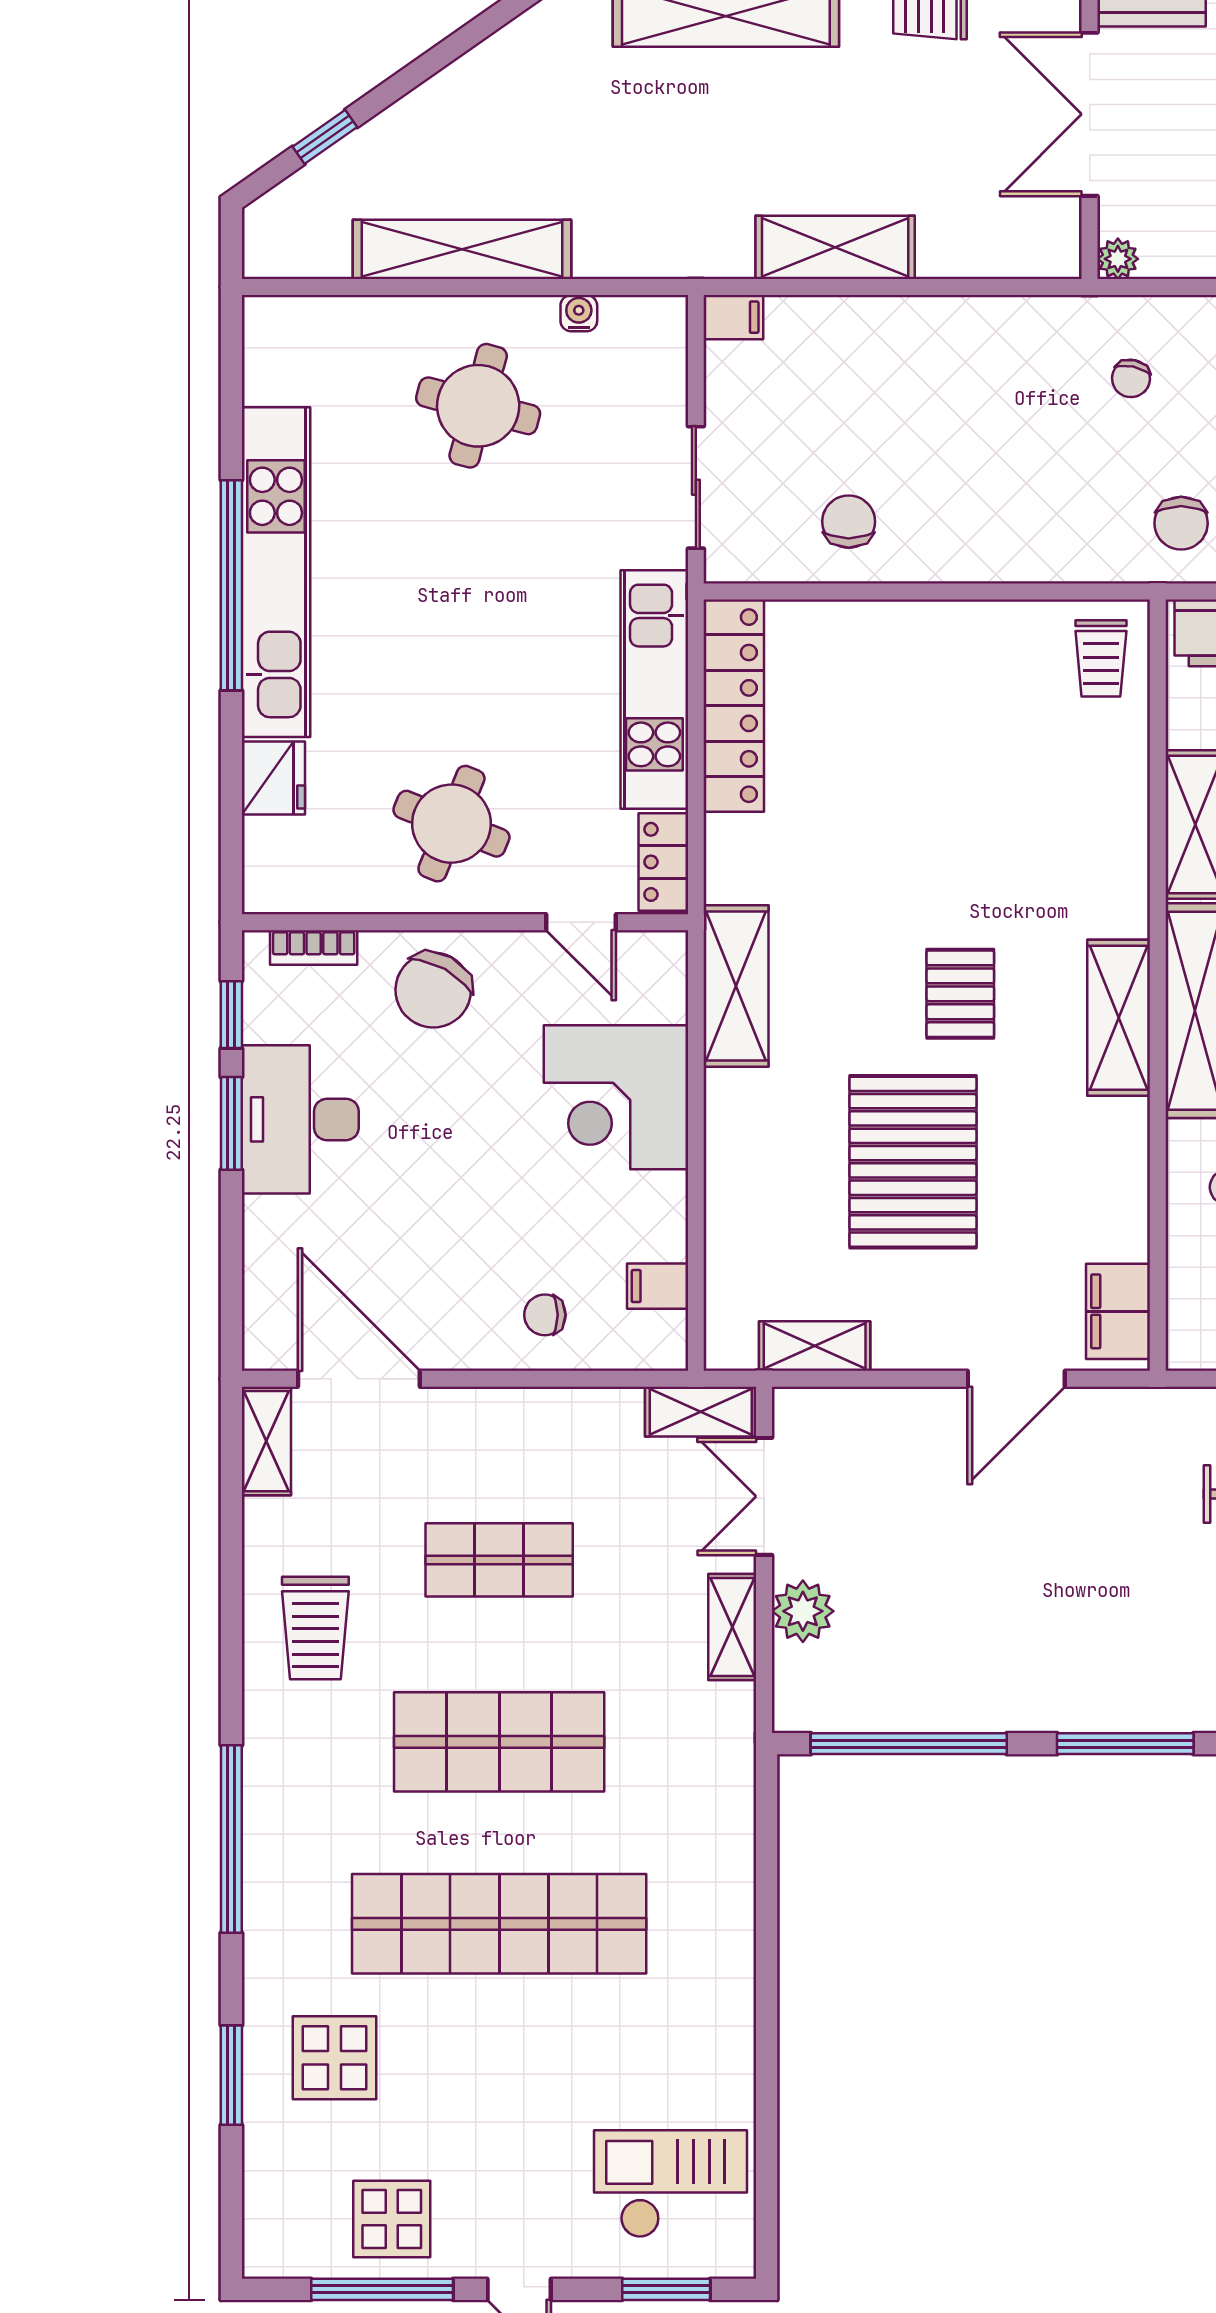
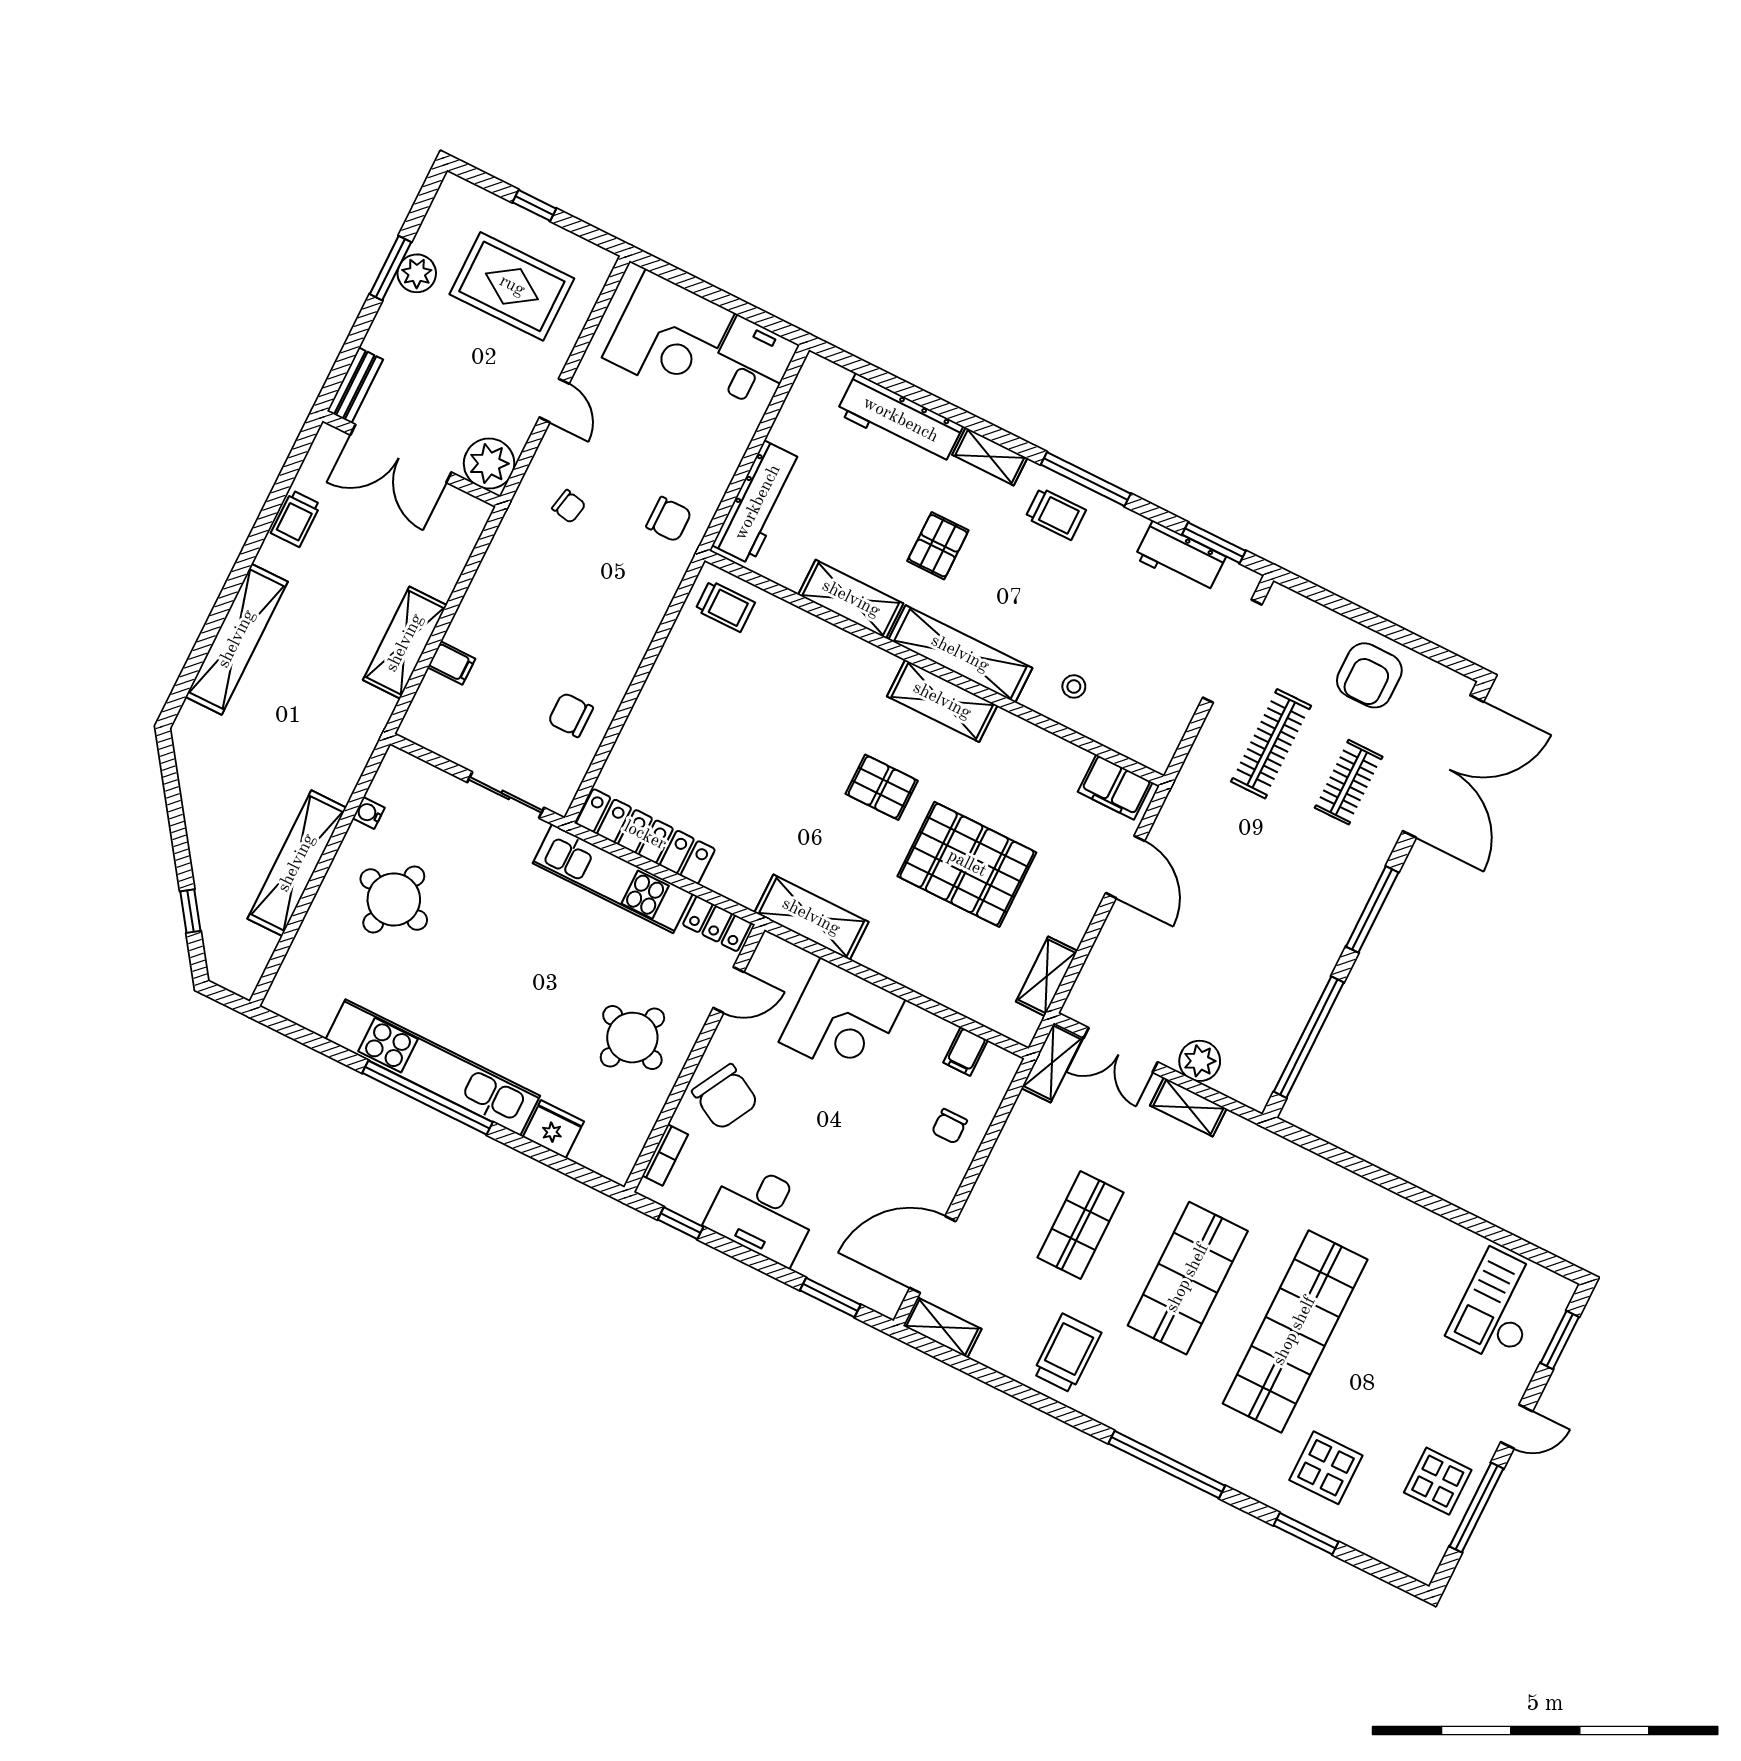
plant: (1118, 259) -> (489, 464), width x1.88, depth x1.88
filing cabinet: (733, 317) -> (451, 663), moved, turned 90
window: (231, 1123) -> (830, 1298), moved
trolley: (315, 1628) -> (1067, 1353), turned -90

